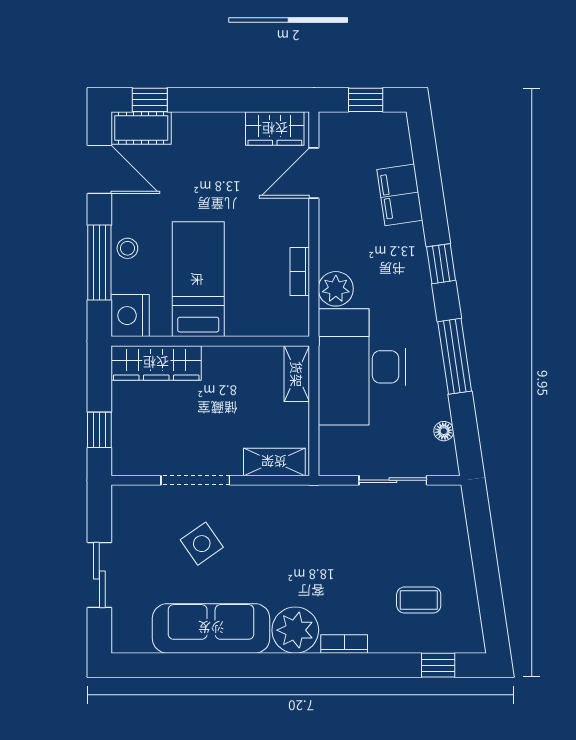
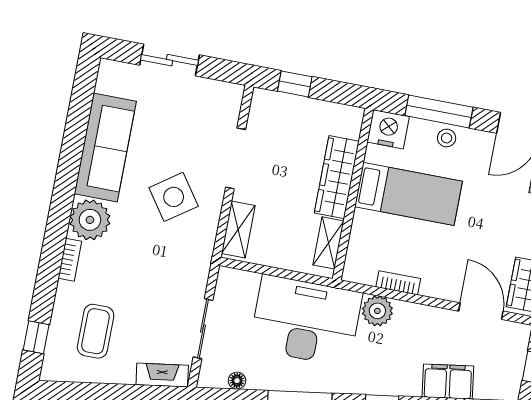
wardrobe: (156, 363) -> (337, 177), moved
shelving: (297, 374) -> (328, 243), moved, turned 90
fireplace: (454, 516) -> (162, 375), added
side table: (202, 544) -> (174, 197), moved, width x1.37, depth x1.37
coffee table: (419, 600) -> (96, 331), width x1.36, depth x1.30

